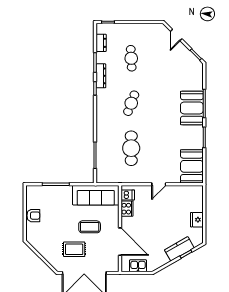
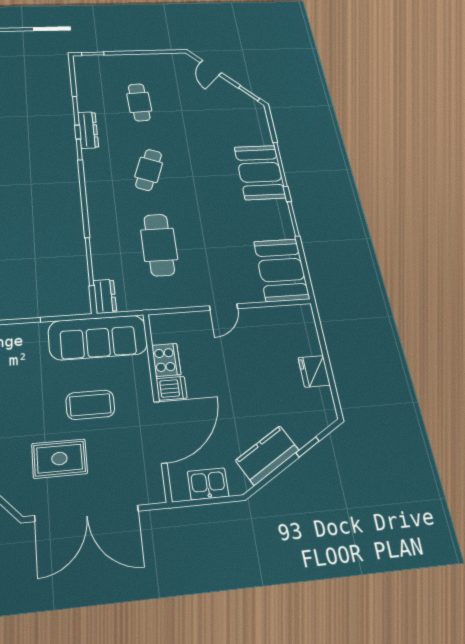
dresser: (101, 43) -> (105, 296), moved
dishwasher: (128, 195) -> (172, 388), moved
door: (120, 242) -> (160, 432), hinge flipped
kitchen counter: (179, 249) -> (267, 455), moved

